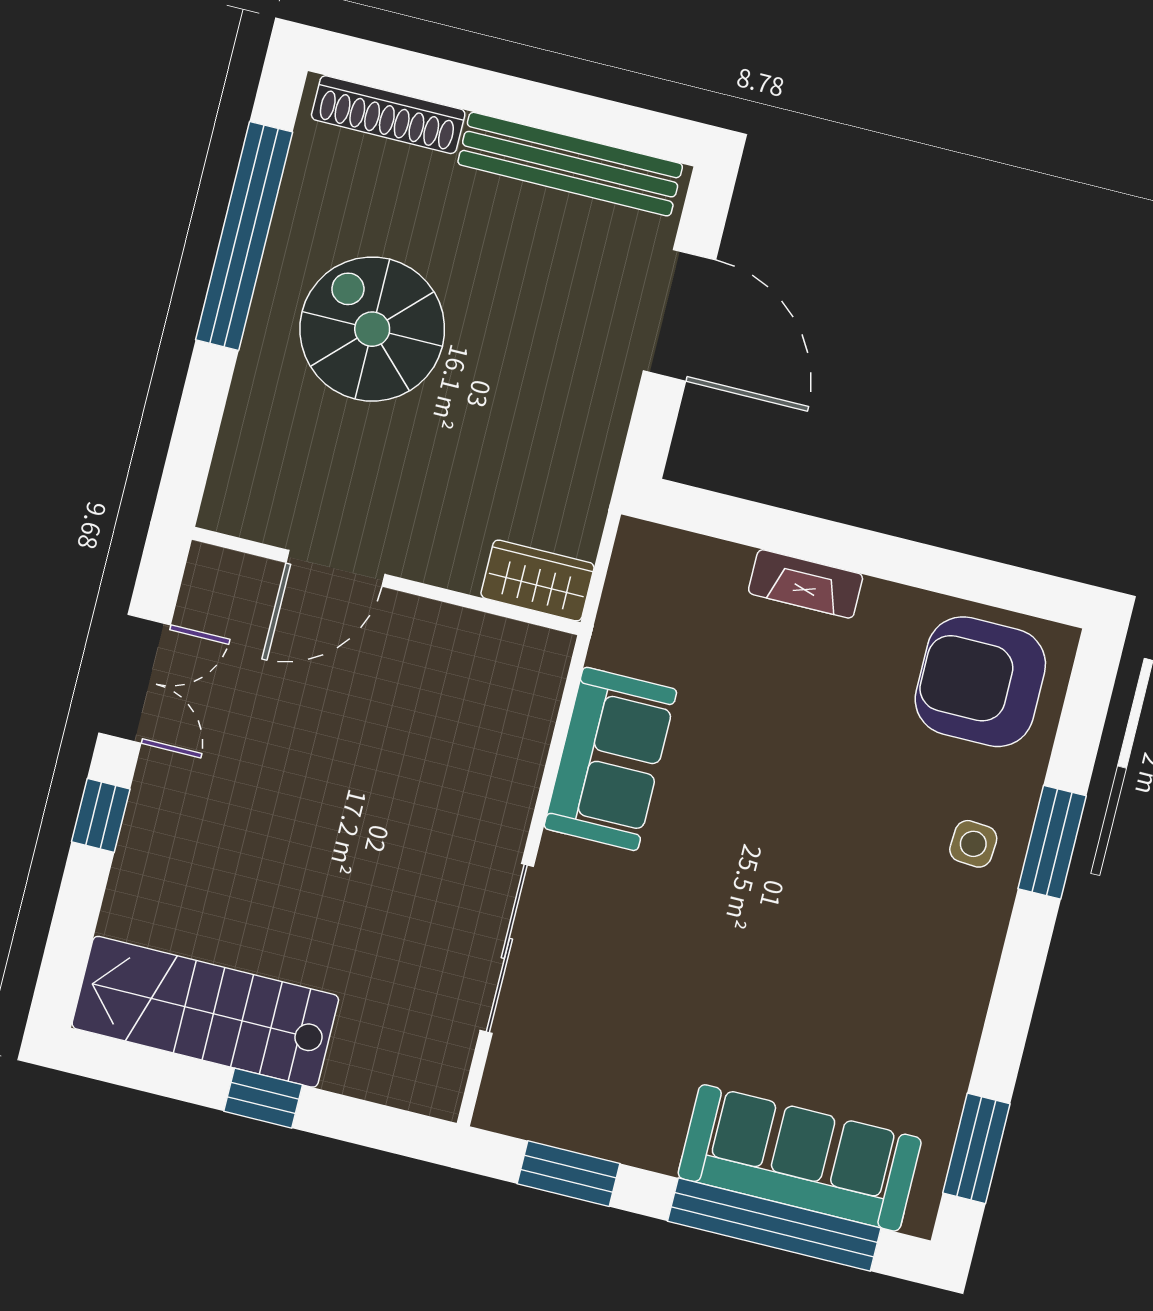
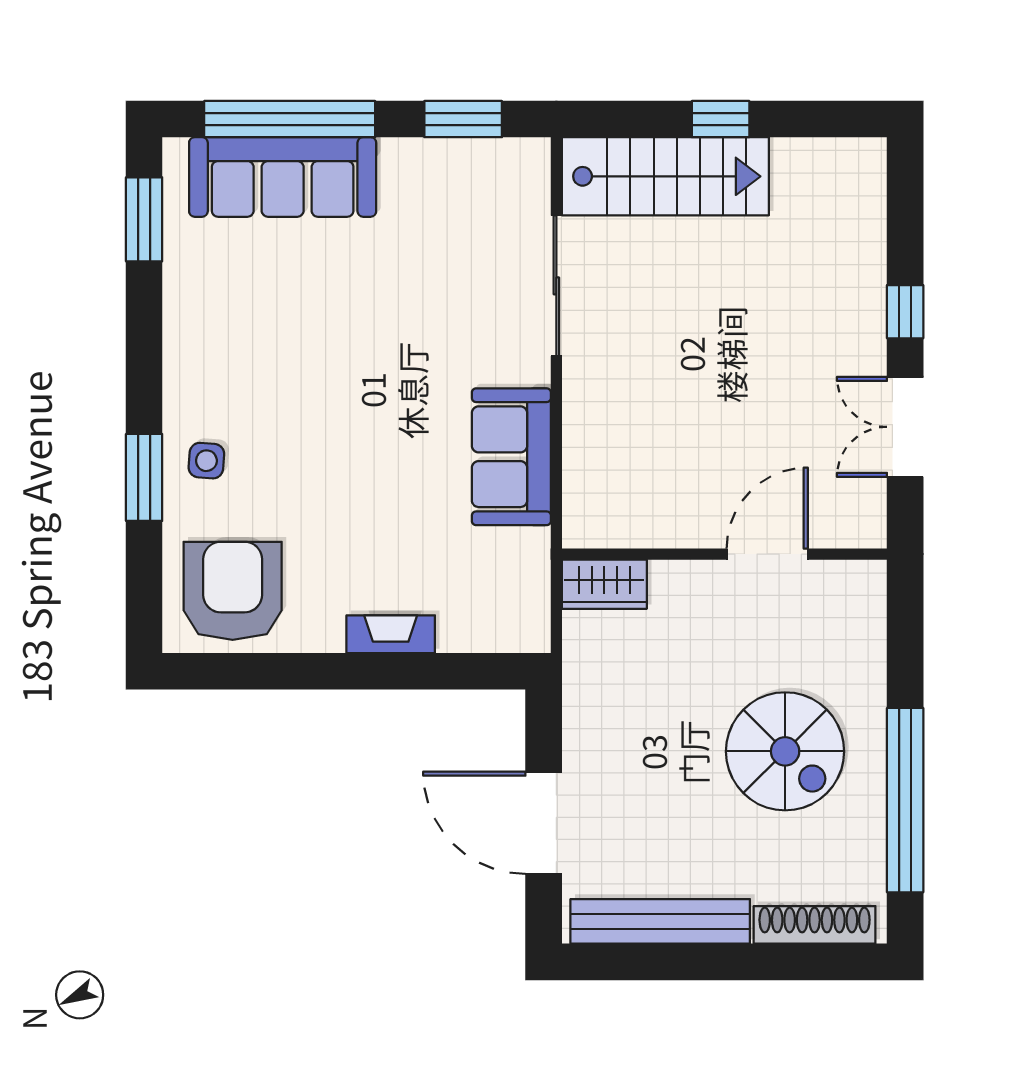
armchair: (980, 682) -> (233, 591), turned -90
stairs: (205, 1012) -> (665, 176), moved

